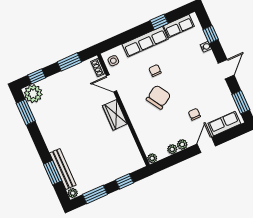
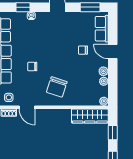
door: (112, 83) -> (27, 107), hinge flipped
chair: (158, 97) -> (57, 87), moved, turned -130
wardrobe: (115, 115) -> (90, 116), moved, width x1.50

